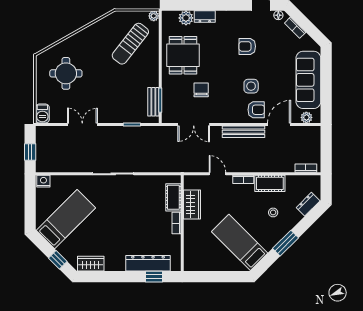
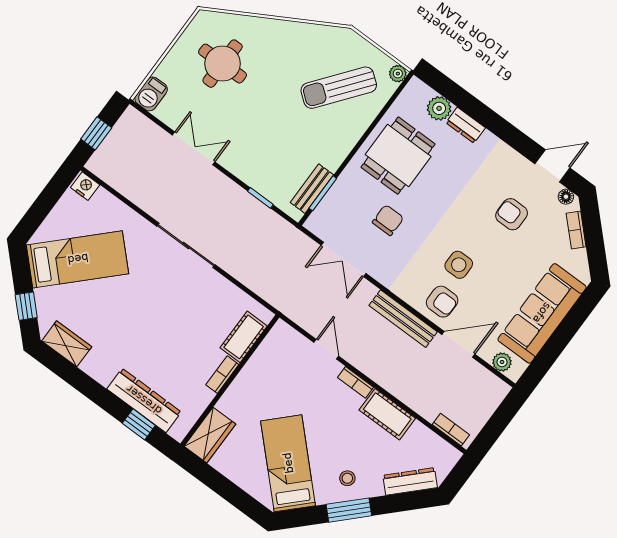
armchair: (247, 46) -> (512, 214), moved
dresser: (308, 204) -> (410, 481), width x1.44
wardrobe: (192, 205) -> (210, 435), moved
stool: (273, 212) -> (347, 478), moved

